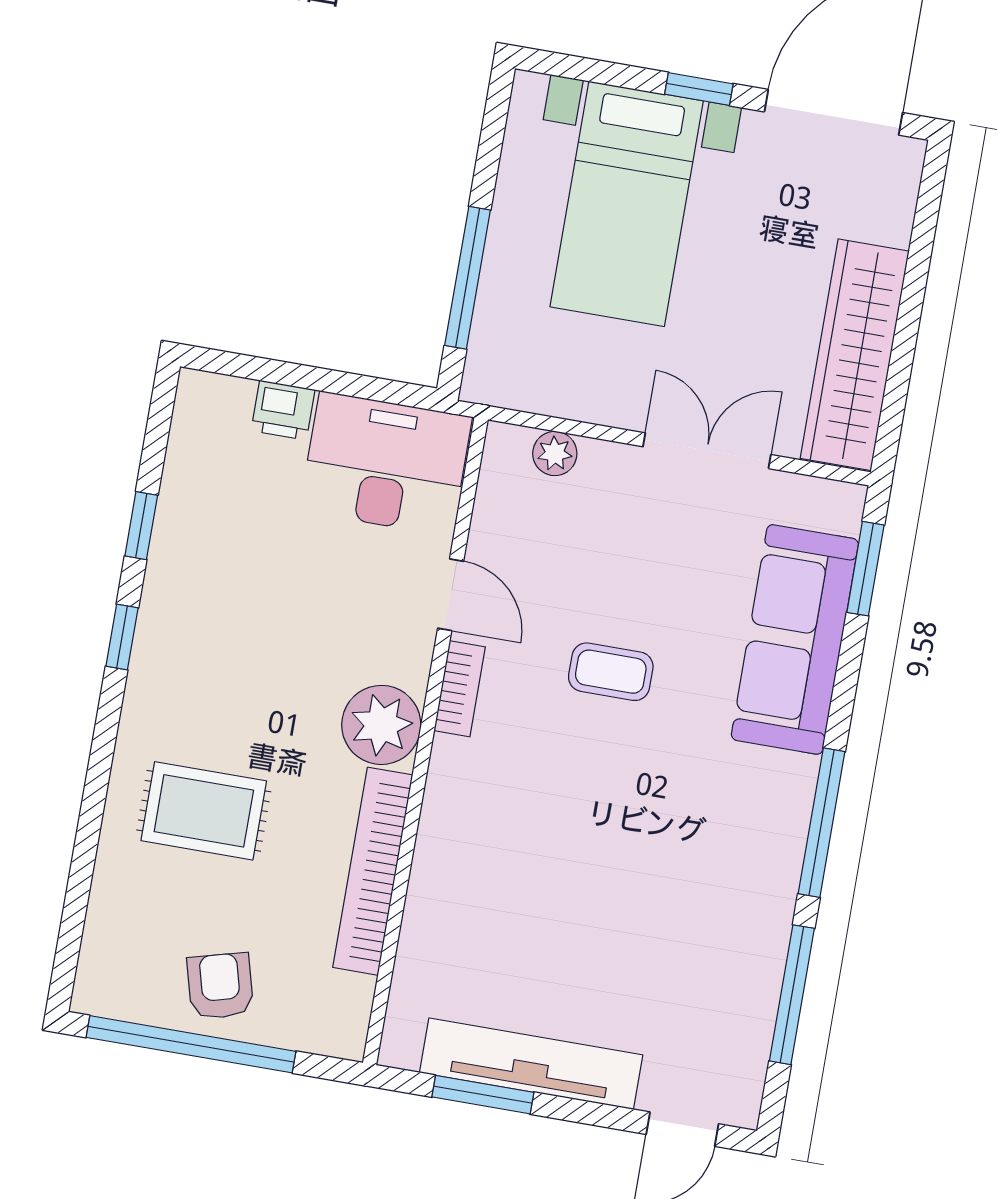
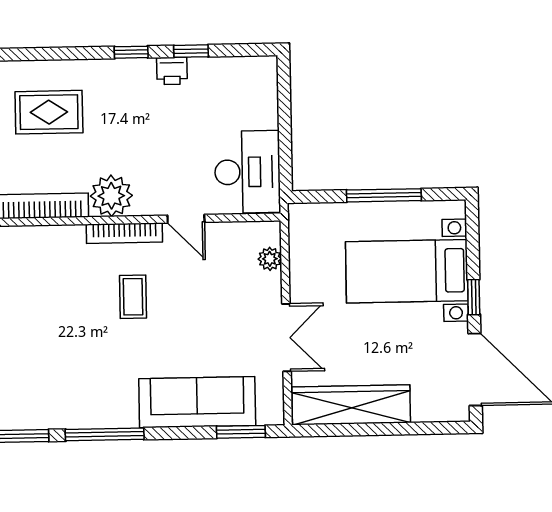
window: (468, 278) -> (384, 195), moved
printer: (283, 410) -> (172, 71), moved, turned -90
door: (451, 595) -> (186, 219), hinge flipped
coffee table: (611, 672) -> (133, 297), moved
bookcase: (460, 689) -> (124, 233), width x1.56
rug: (204, 811) -> (49, 112), turned 90

